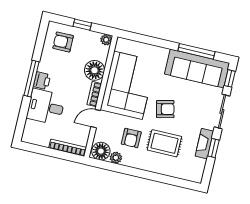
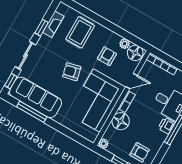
rug: (164, 143) -> (80, 32), moved, turned 90
fireplace: (204, 144) -> (53, 24), moved

